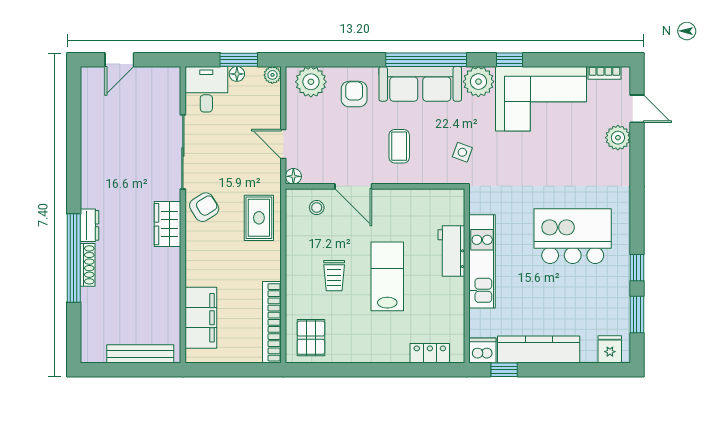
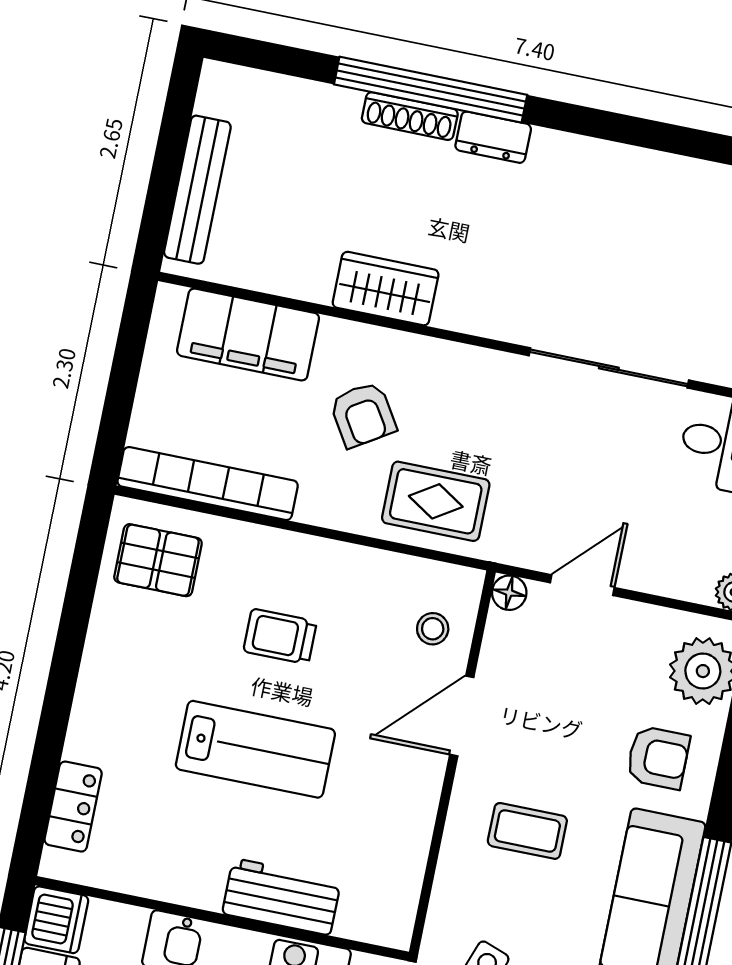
armchair: (204, 207) -> (363, 415), moved
wardrobe: (168, 224) -> (386, 289), moved

